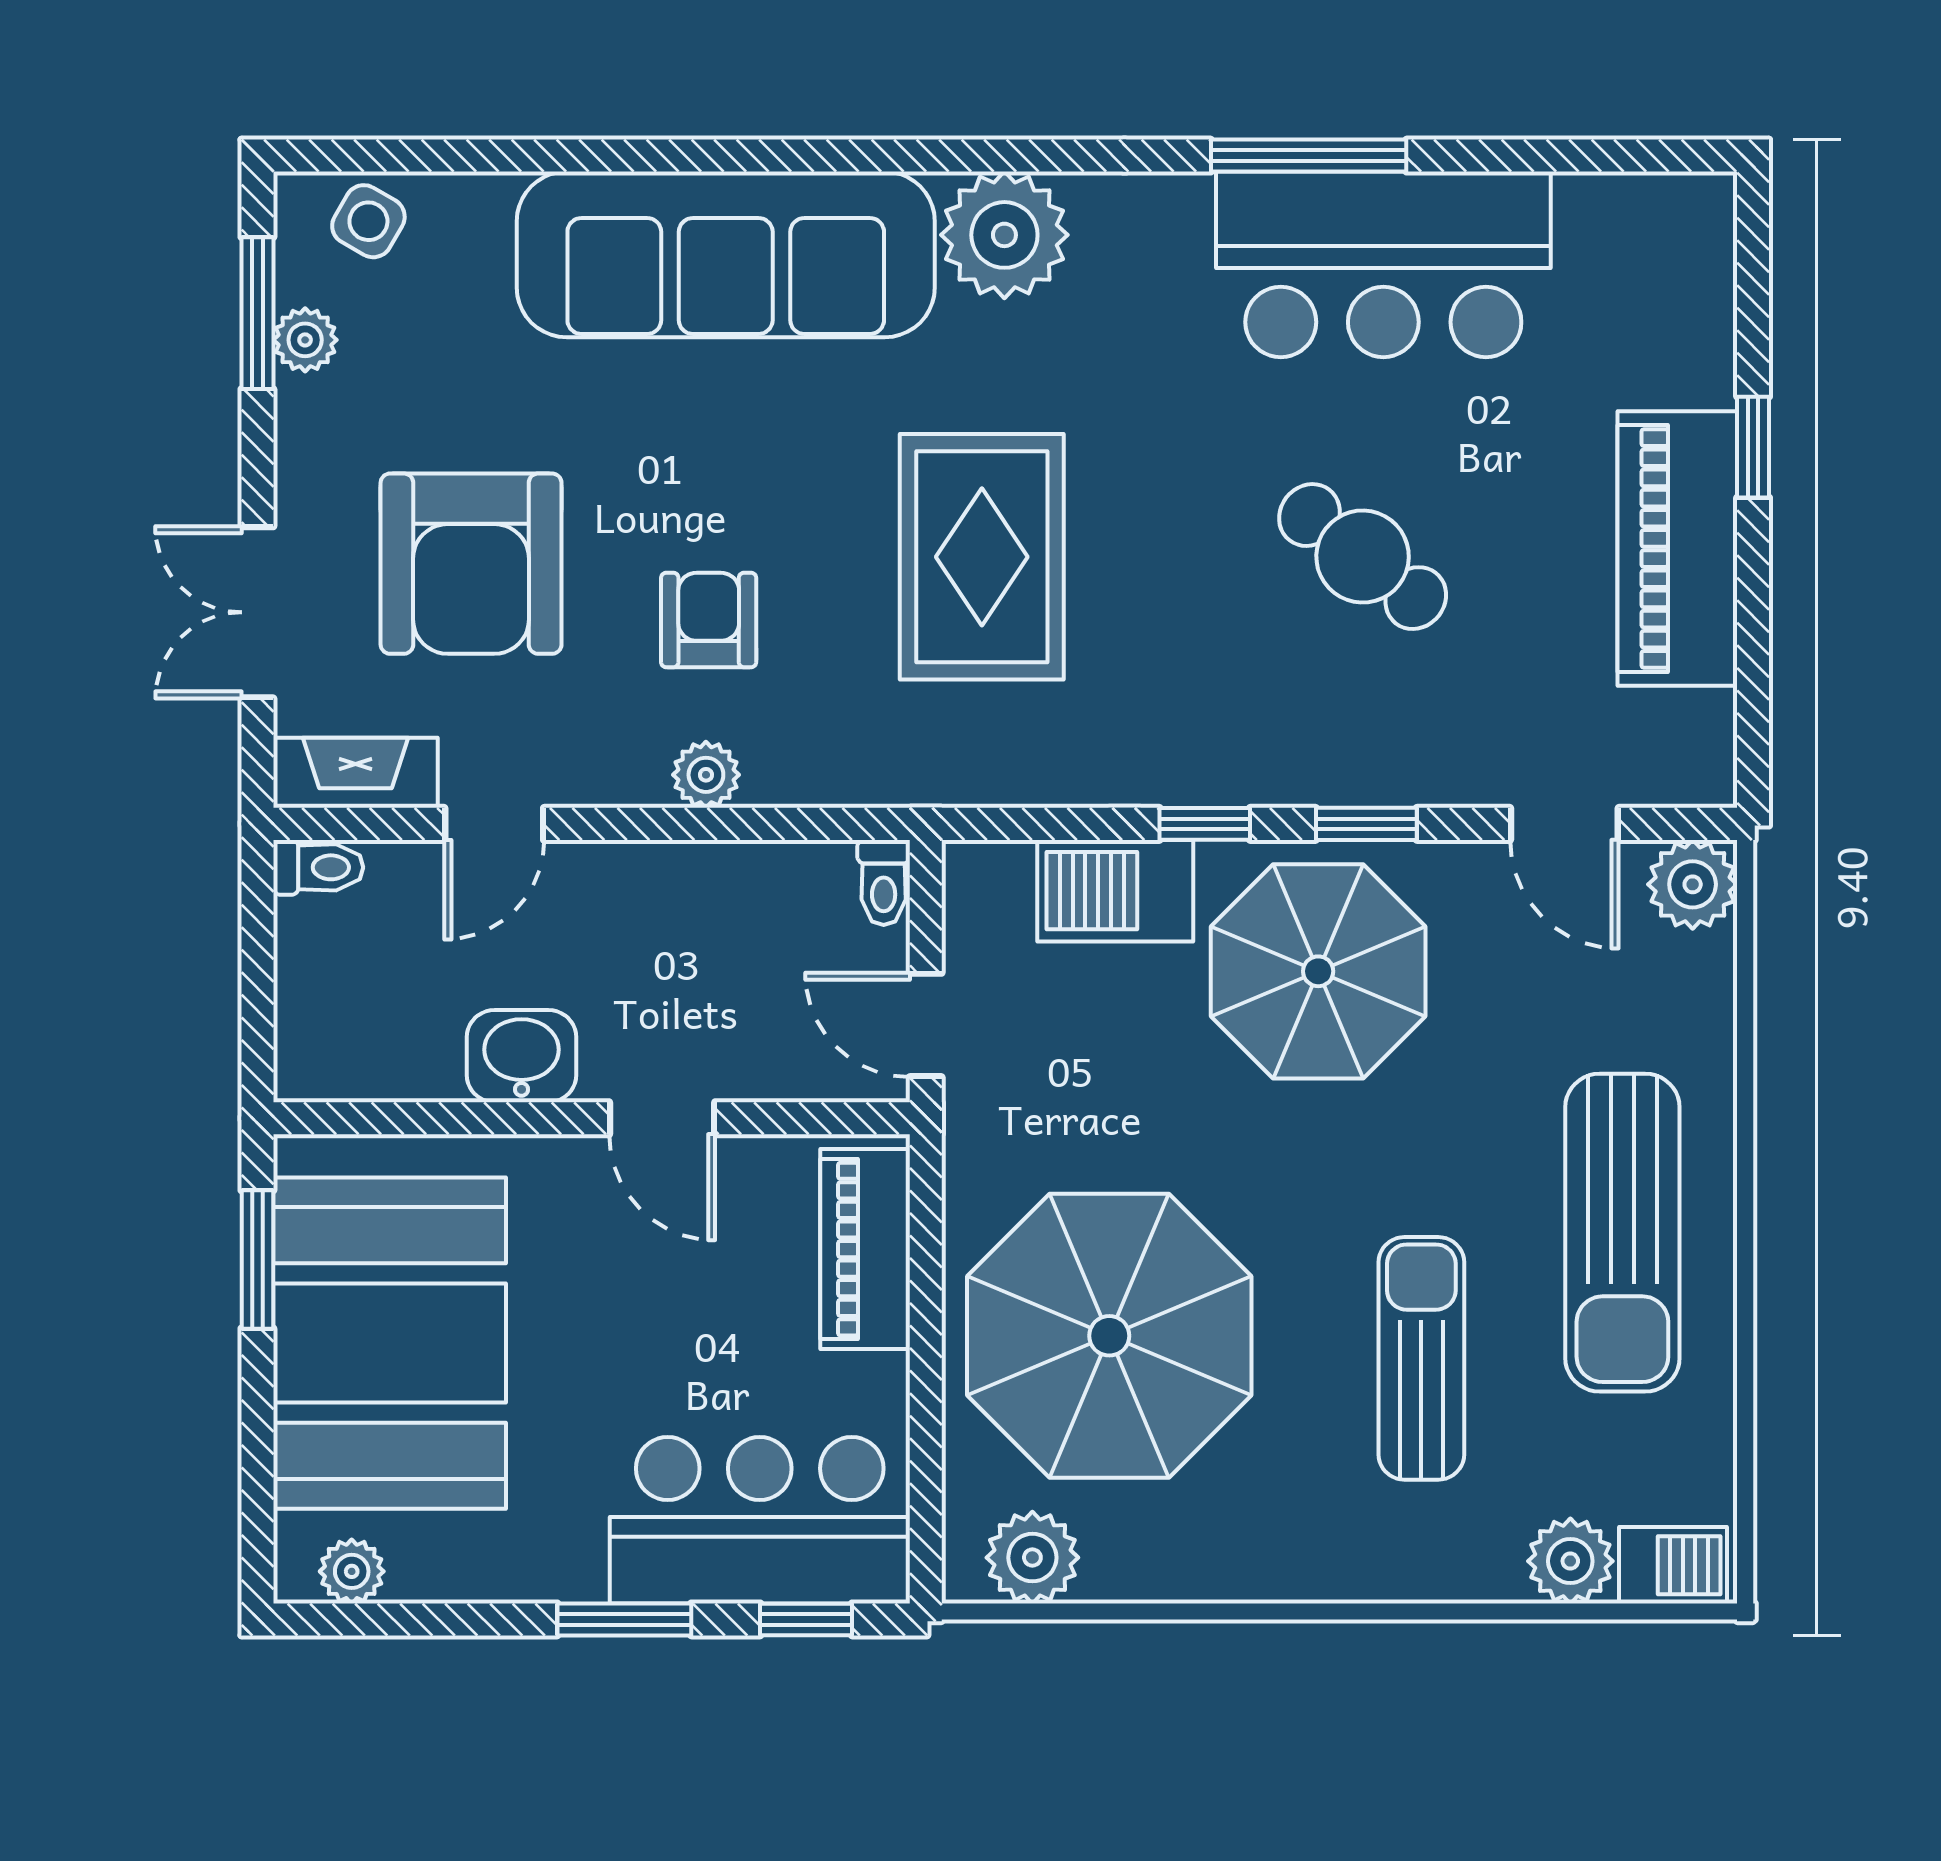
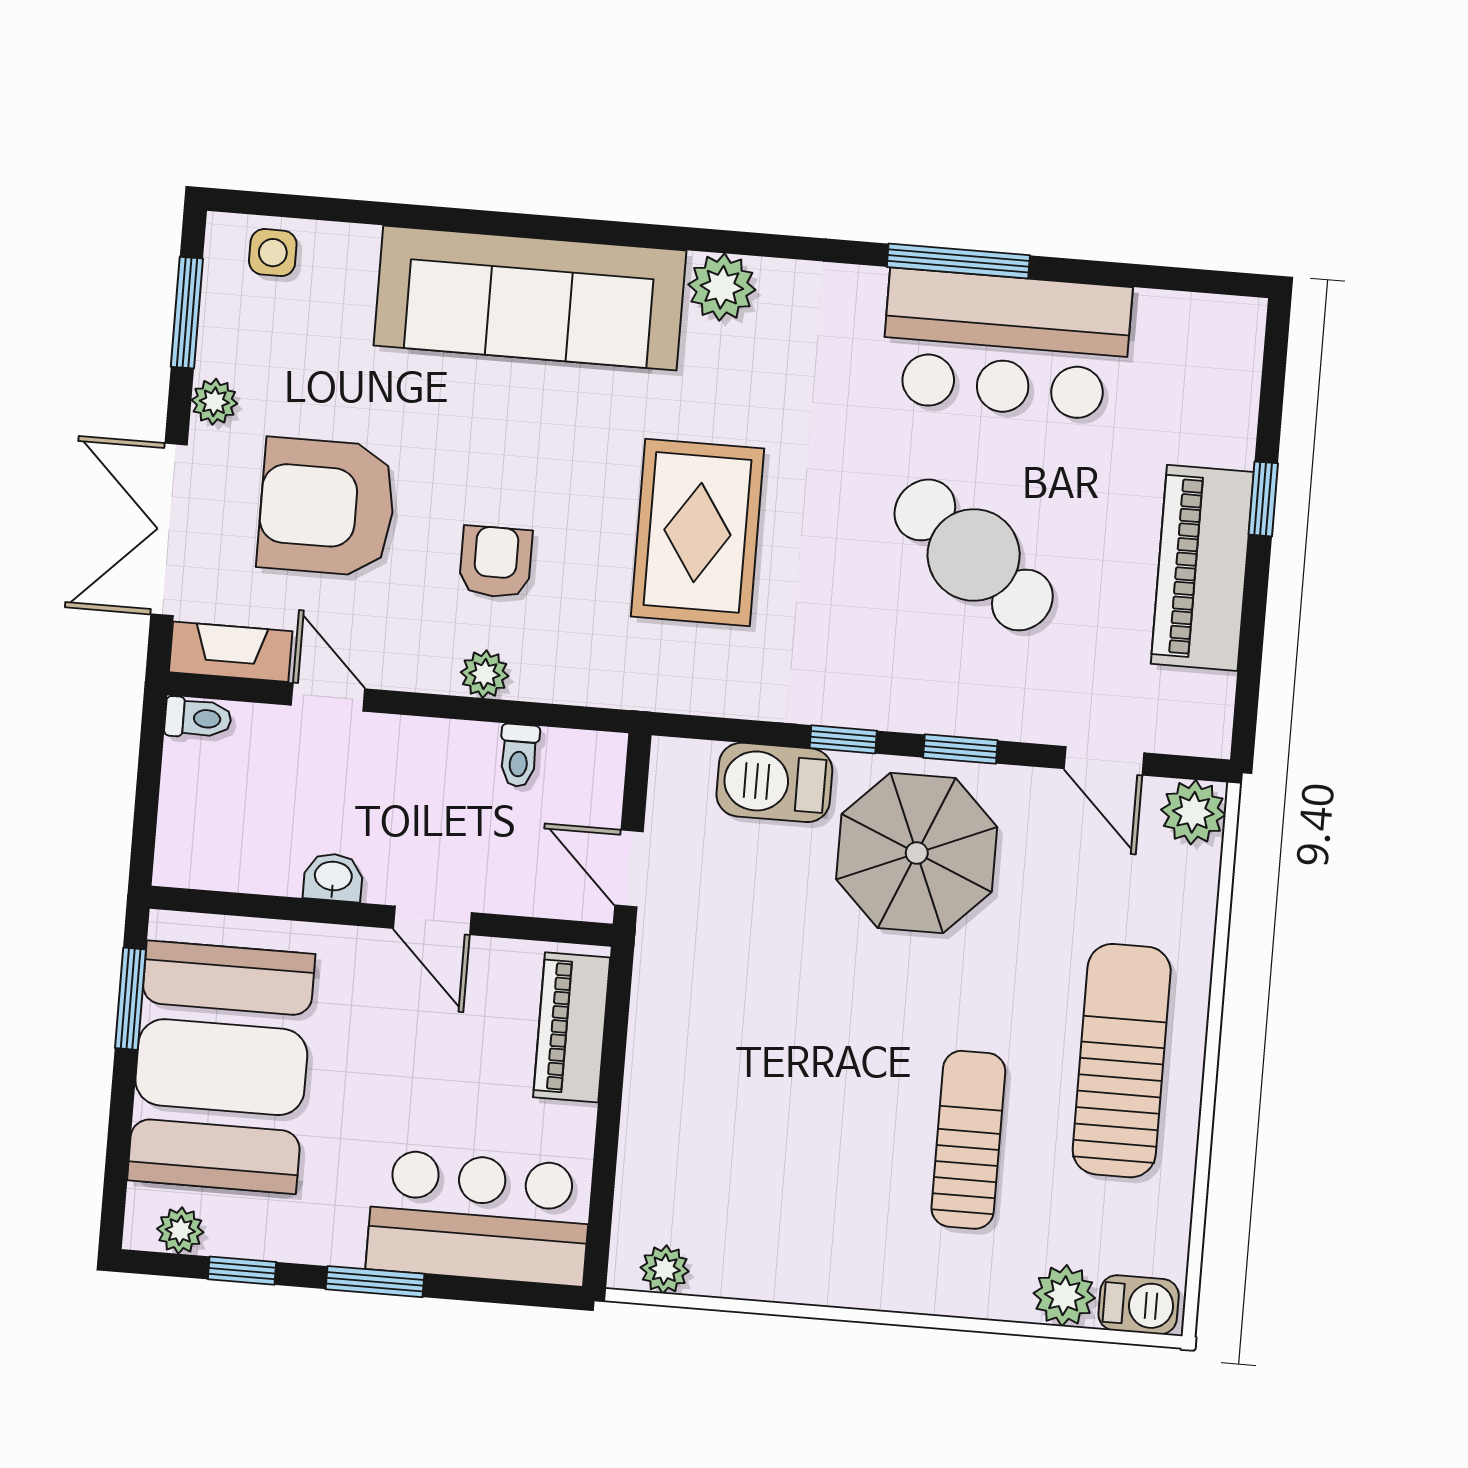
side table: (368, 221) -> (273, 253), turned -30
plant: (1004, 235) -> (722, 287), width x0.73, depth x0.73
plant: (305, 340) -> (214, 402), moved
cafe table: (1363, 557) -> (974, 555), width x1.37, depth x1.35
armchair: (471, 564) -> (327, 507), turned 90
double door: (257, 612) -> (169, 530), width x1.37
door: (494, 824) -> (328, 697), swing flipped
toilet: (884, 882) -> (519, 755), moved
washbasin: (522, 1056) -> (333, 877), width x0.72, depth x0.69
sun lounger: (1622, 1233) -> (1122, 1061), turned 180
parasol: (1109, 1336) -> (743, 1105), removed
plant: (1032, 1558) -> (665, 1269), width x0.73, depth x0.73
window: (806, 1619) -> (242, 1271), moved

